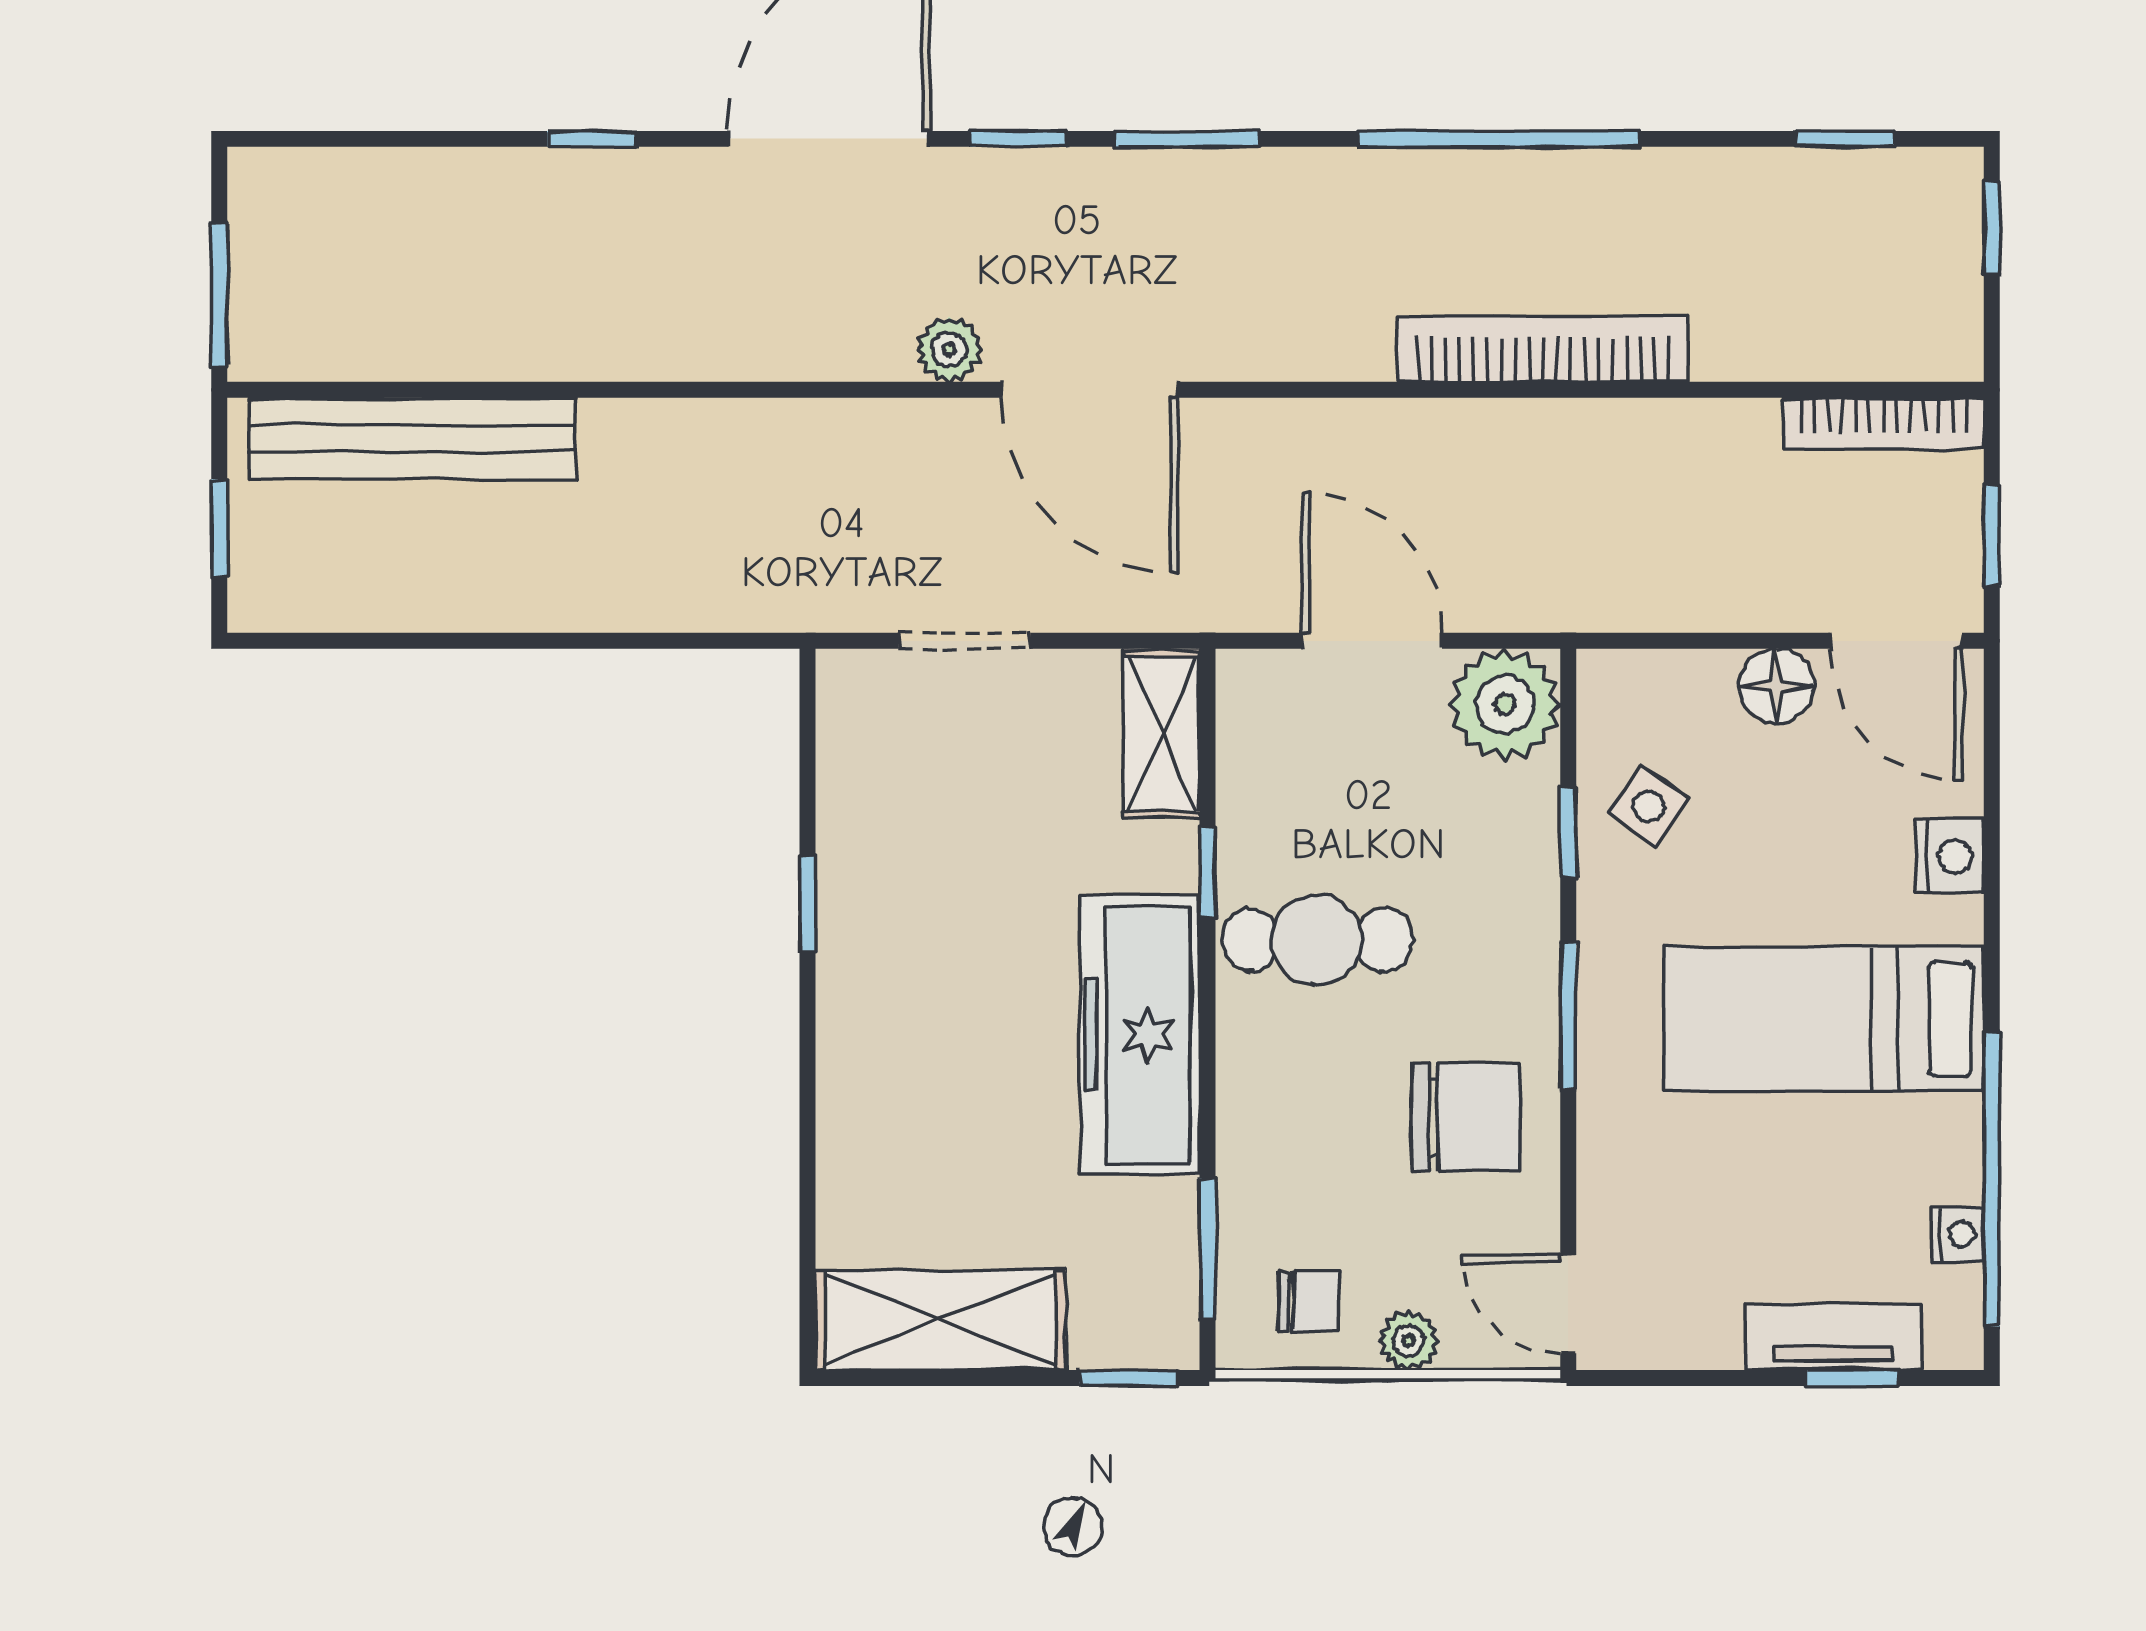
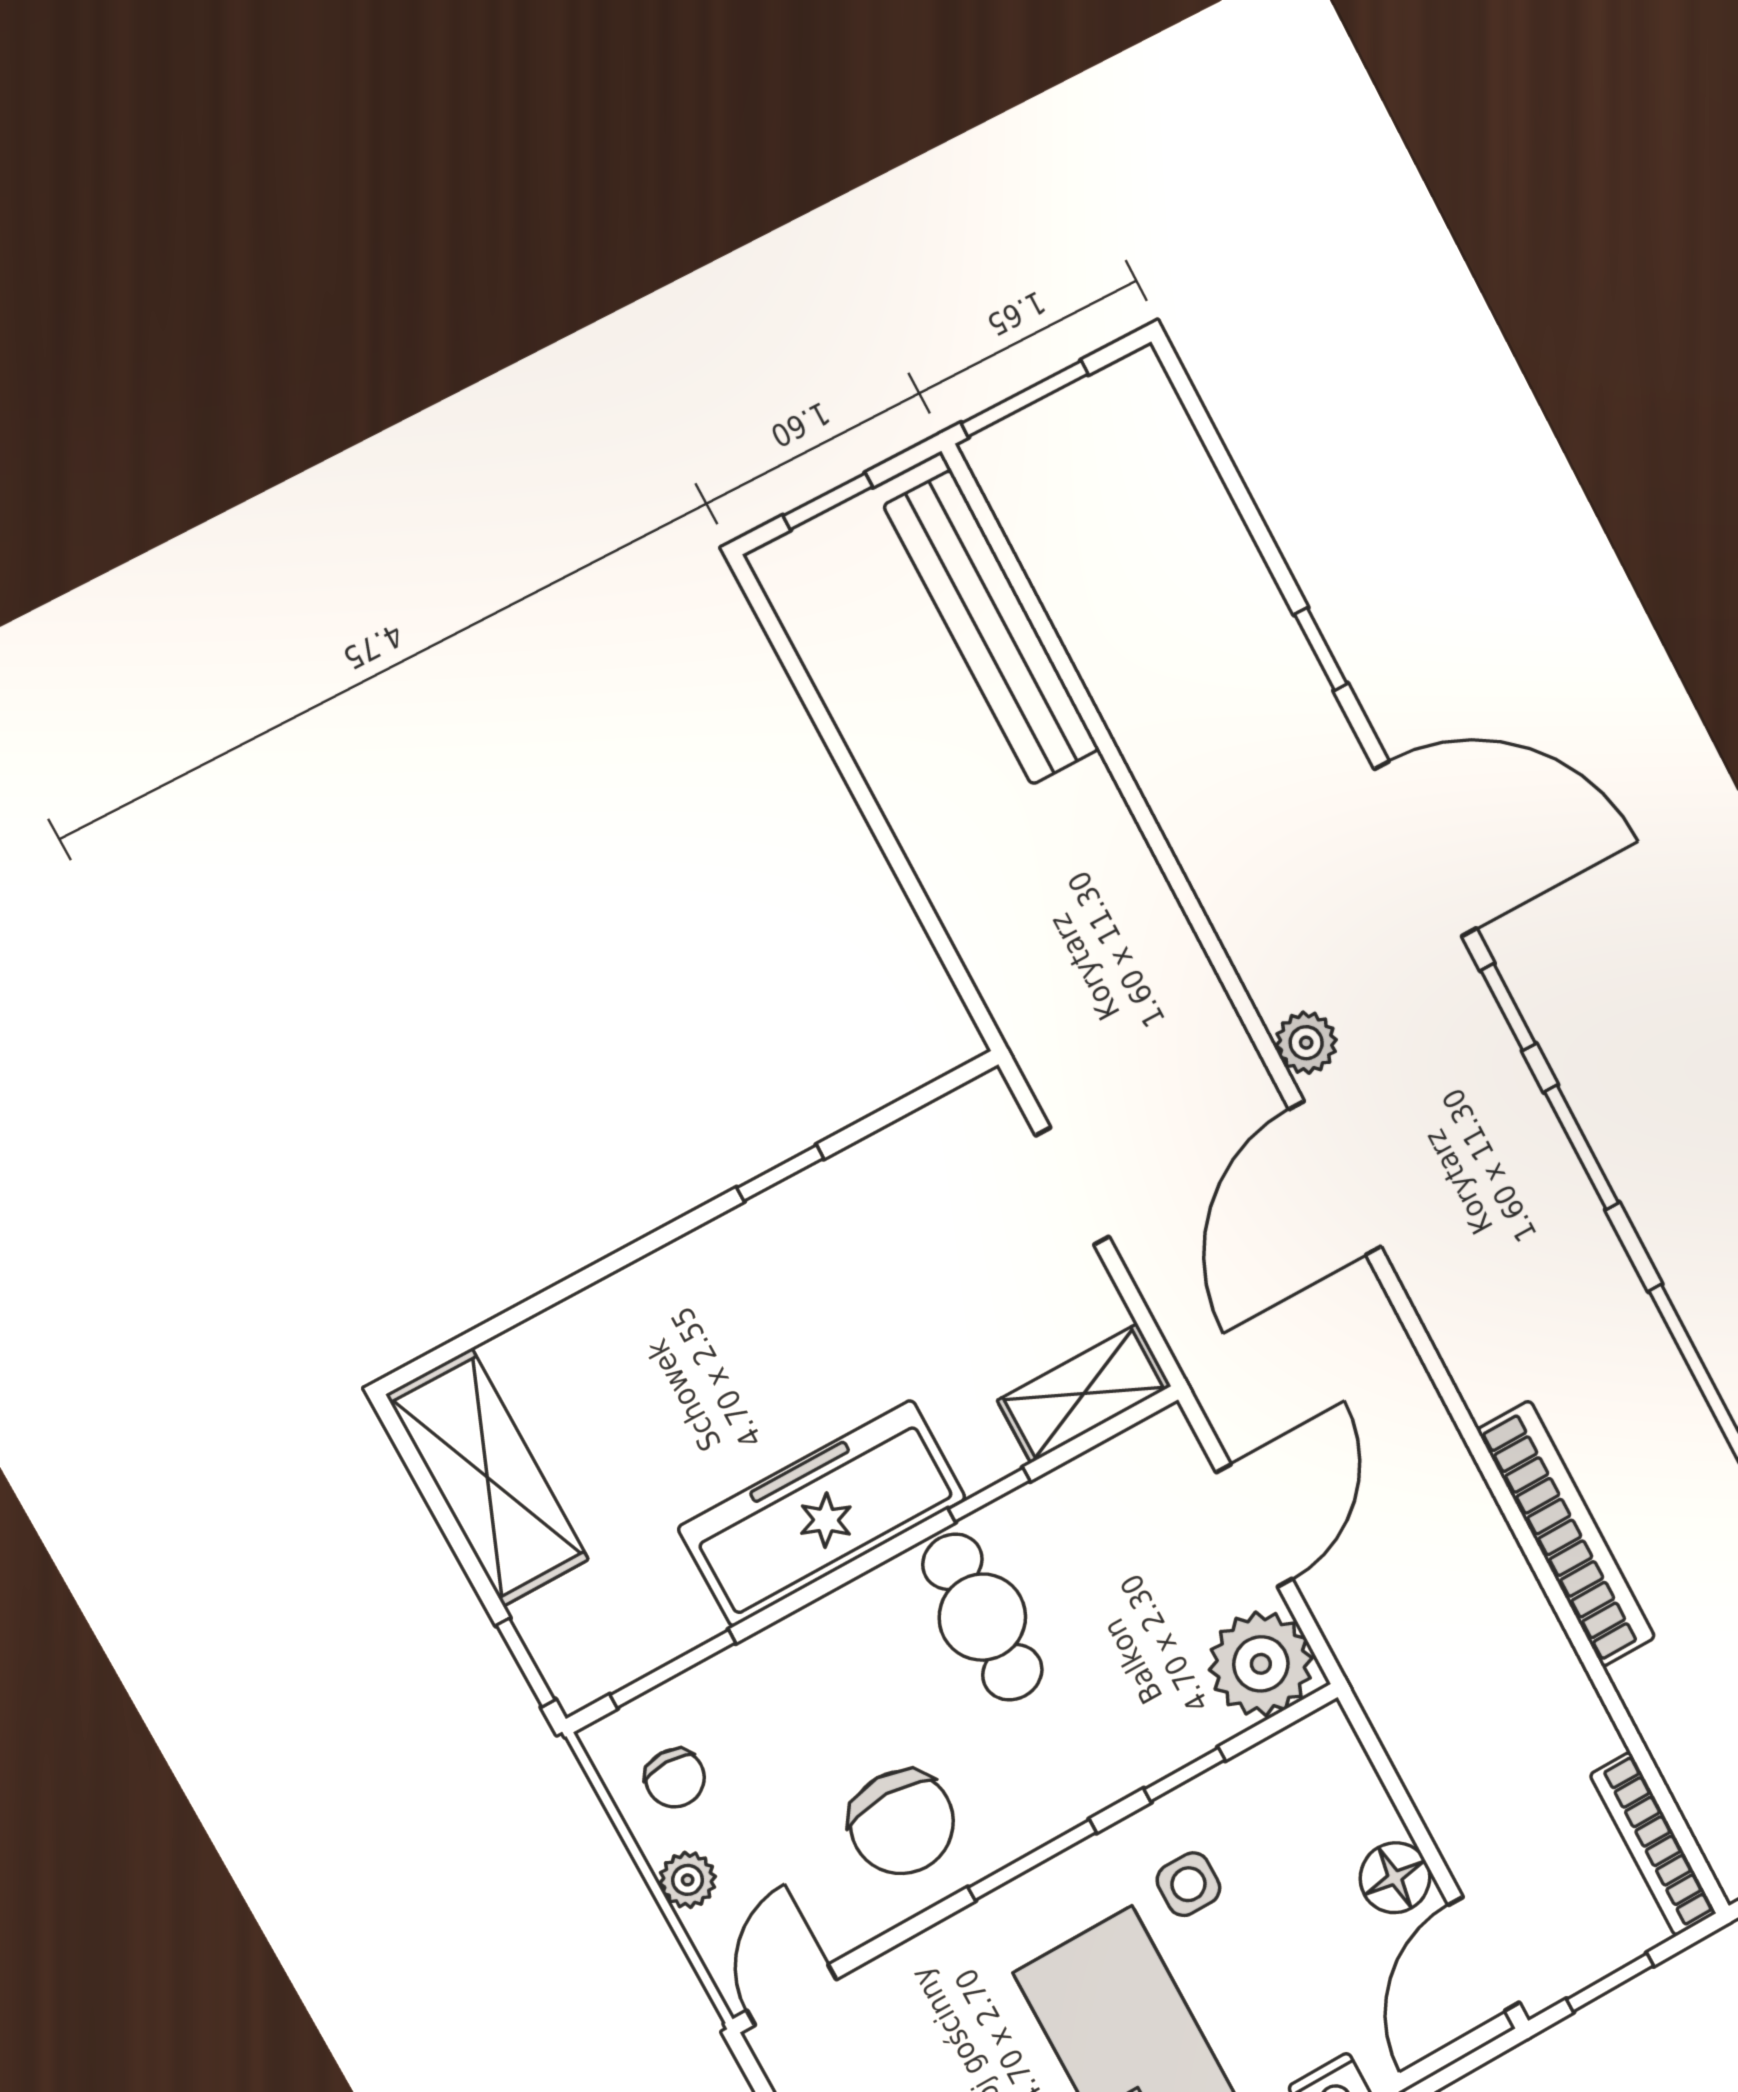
side table: (1648, 806) -> (1188, 1884), moved, turned -35

